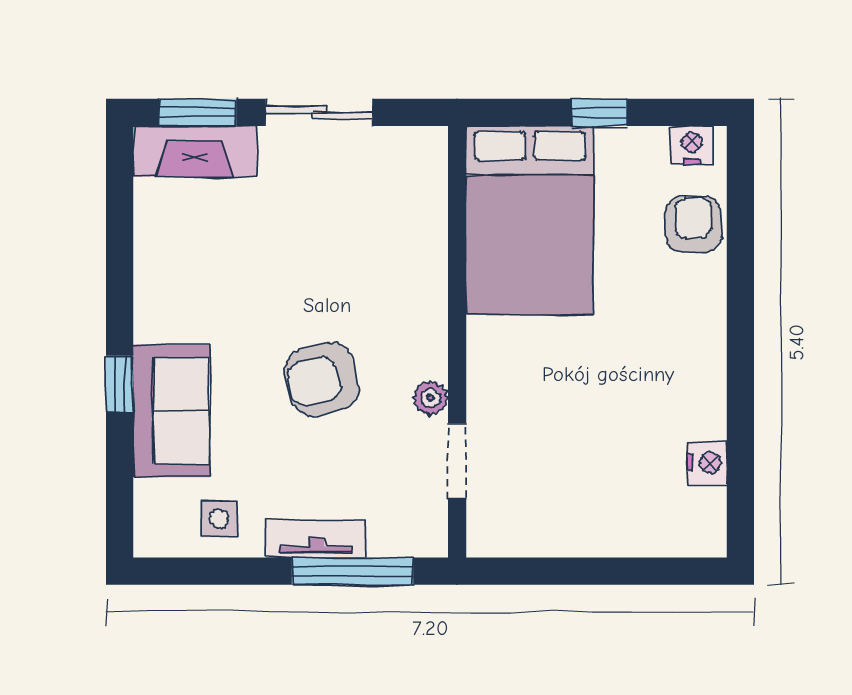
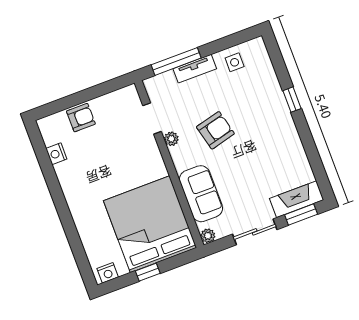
plant: (430, 144) -> (208, 236), added
bed: (530, 220) -> (150, 224), width x1.36
armchair: (693, 224) -> (81, 118), moved, turned -90
sofa: (172, 411) -> (201, 194), moved, turned 180

